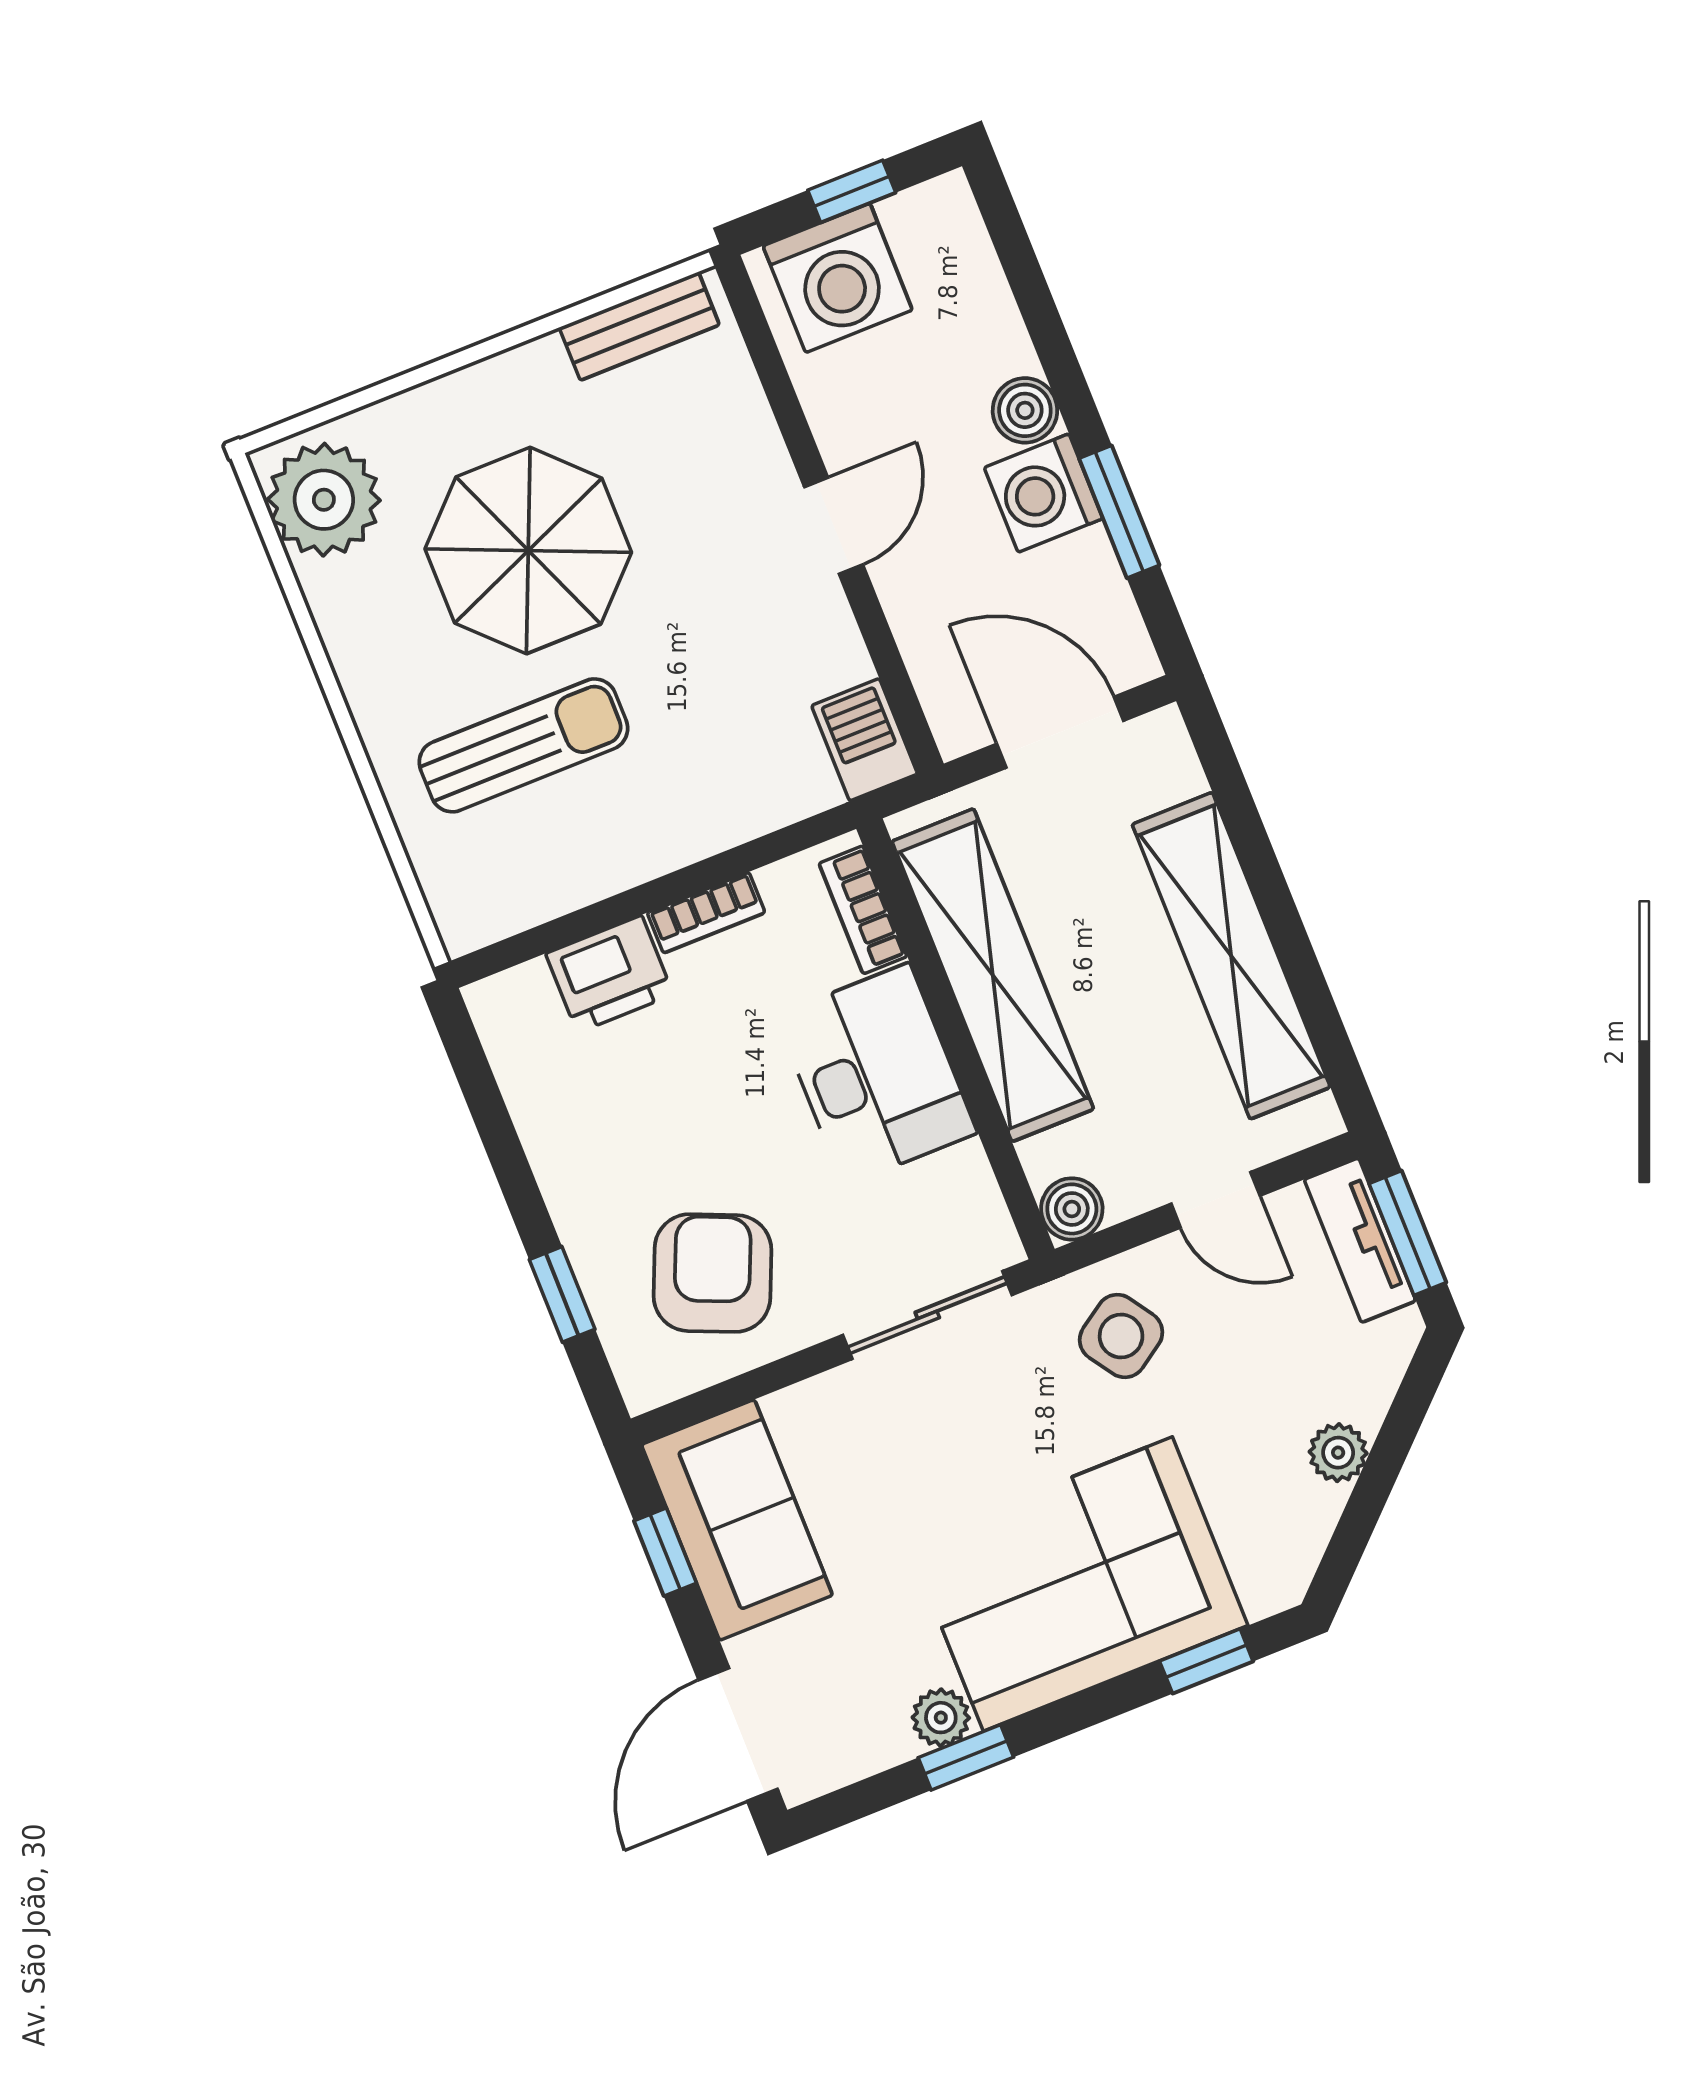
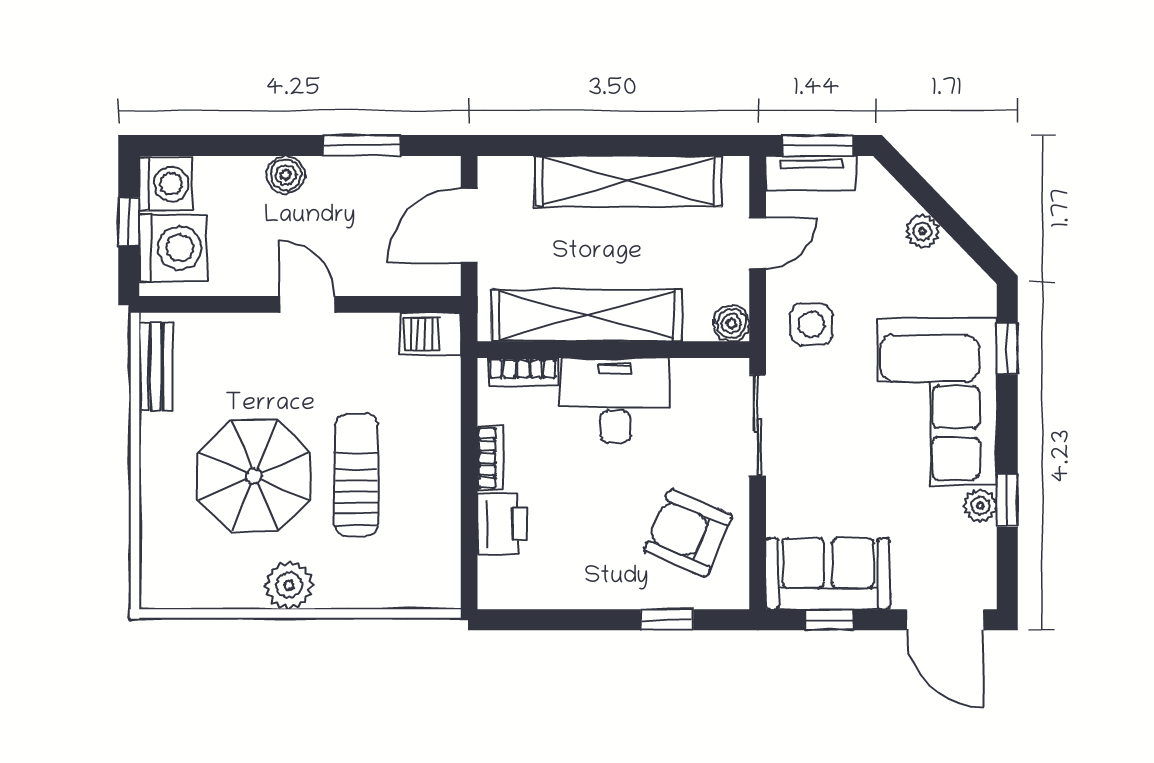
washing machine: (1044, 493) -> (166, 184), moved, turned -90
plant: (324, 500) -> (289, 585), moved, width x0.73, depth x0.73
sun lounger: (523, 745) -> (356, 475), moved
side table: (1121, 1336) -> (811, 324), turned 34

